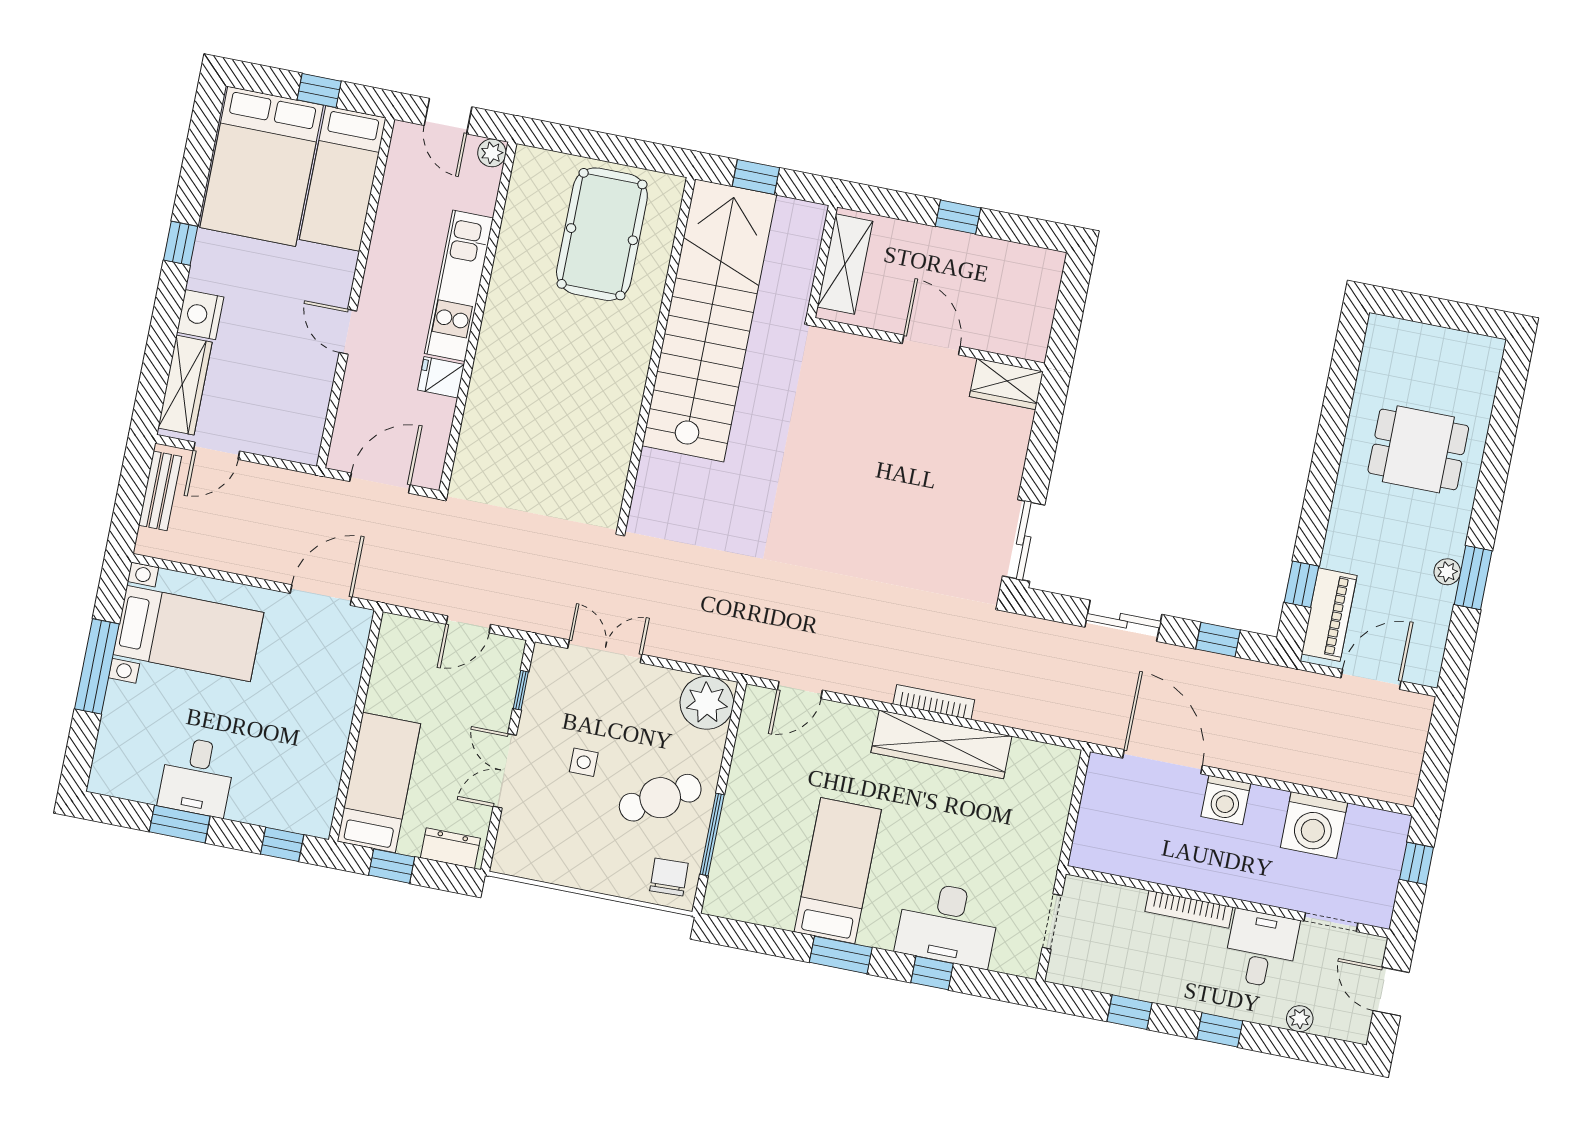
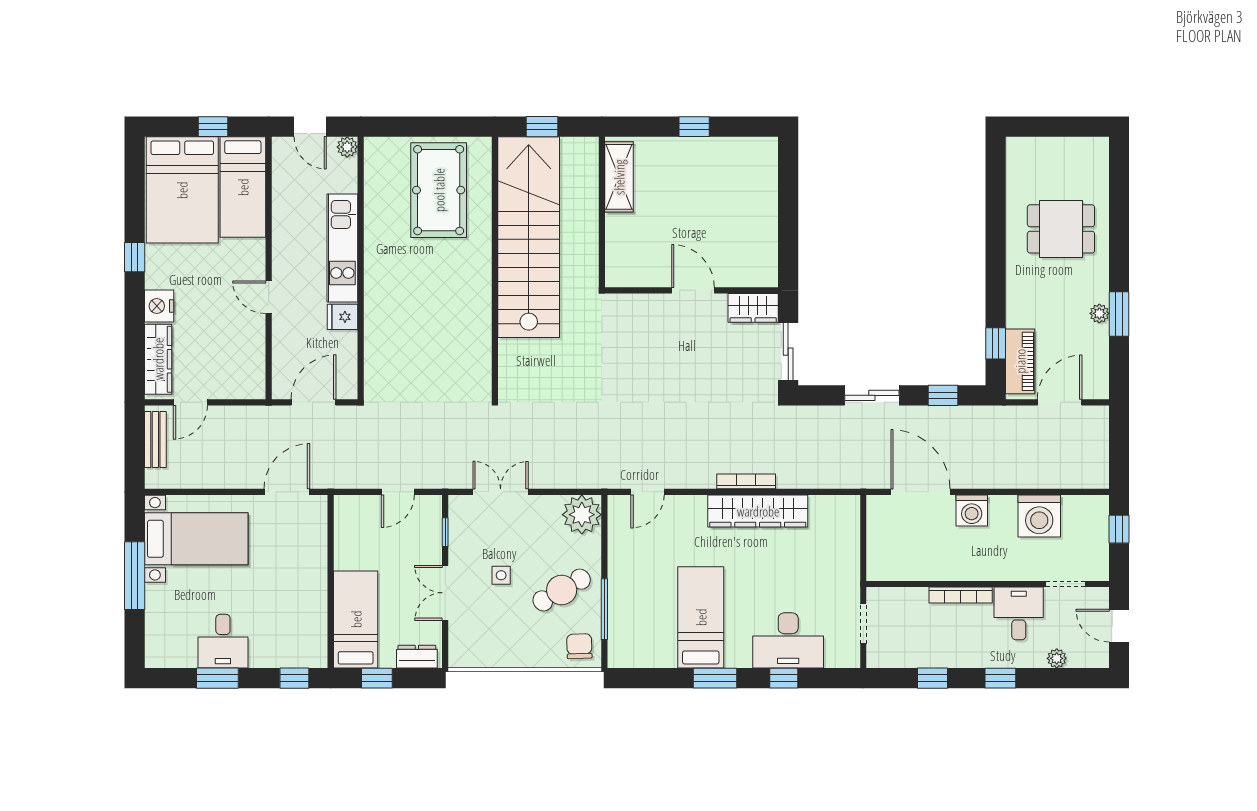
wall: (929, 345) -> (692, 290), moved
door: (931, 345) -> (693, 290), moved
wardrobe: (1006, 384) -> (753, 308), moved

